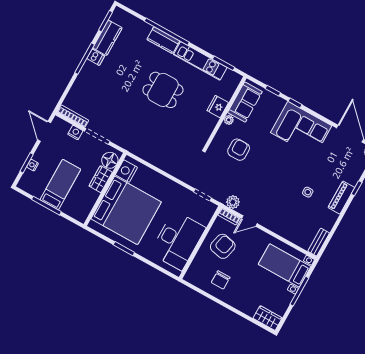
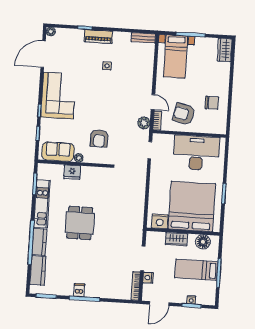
kitchen counter: (107, 38) -> (38, 270), moved, turned 90
armchair: (239, 150) -> (99, 138), turned -90
floor lamp: (110, 160) -> (203, 242), moved

